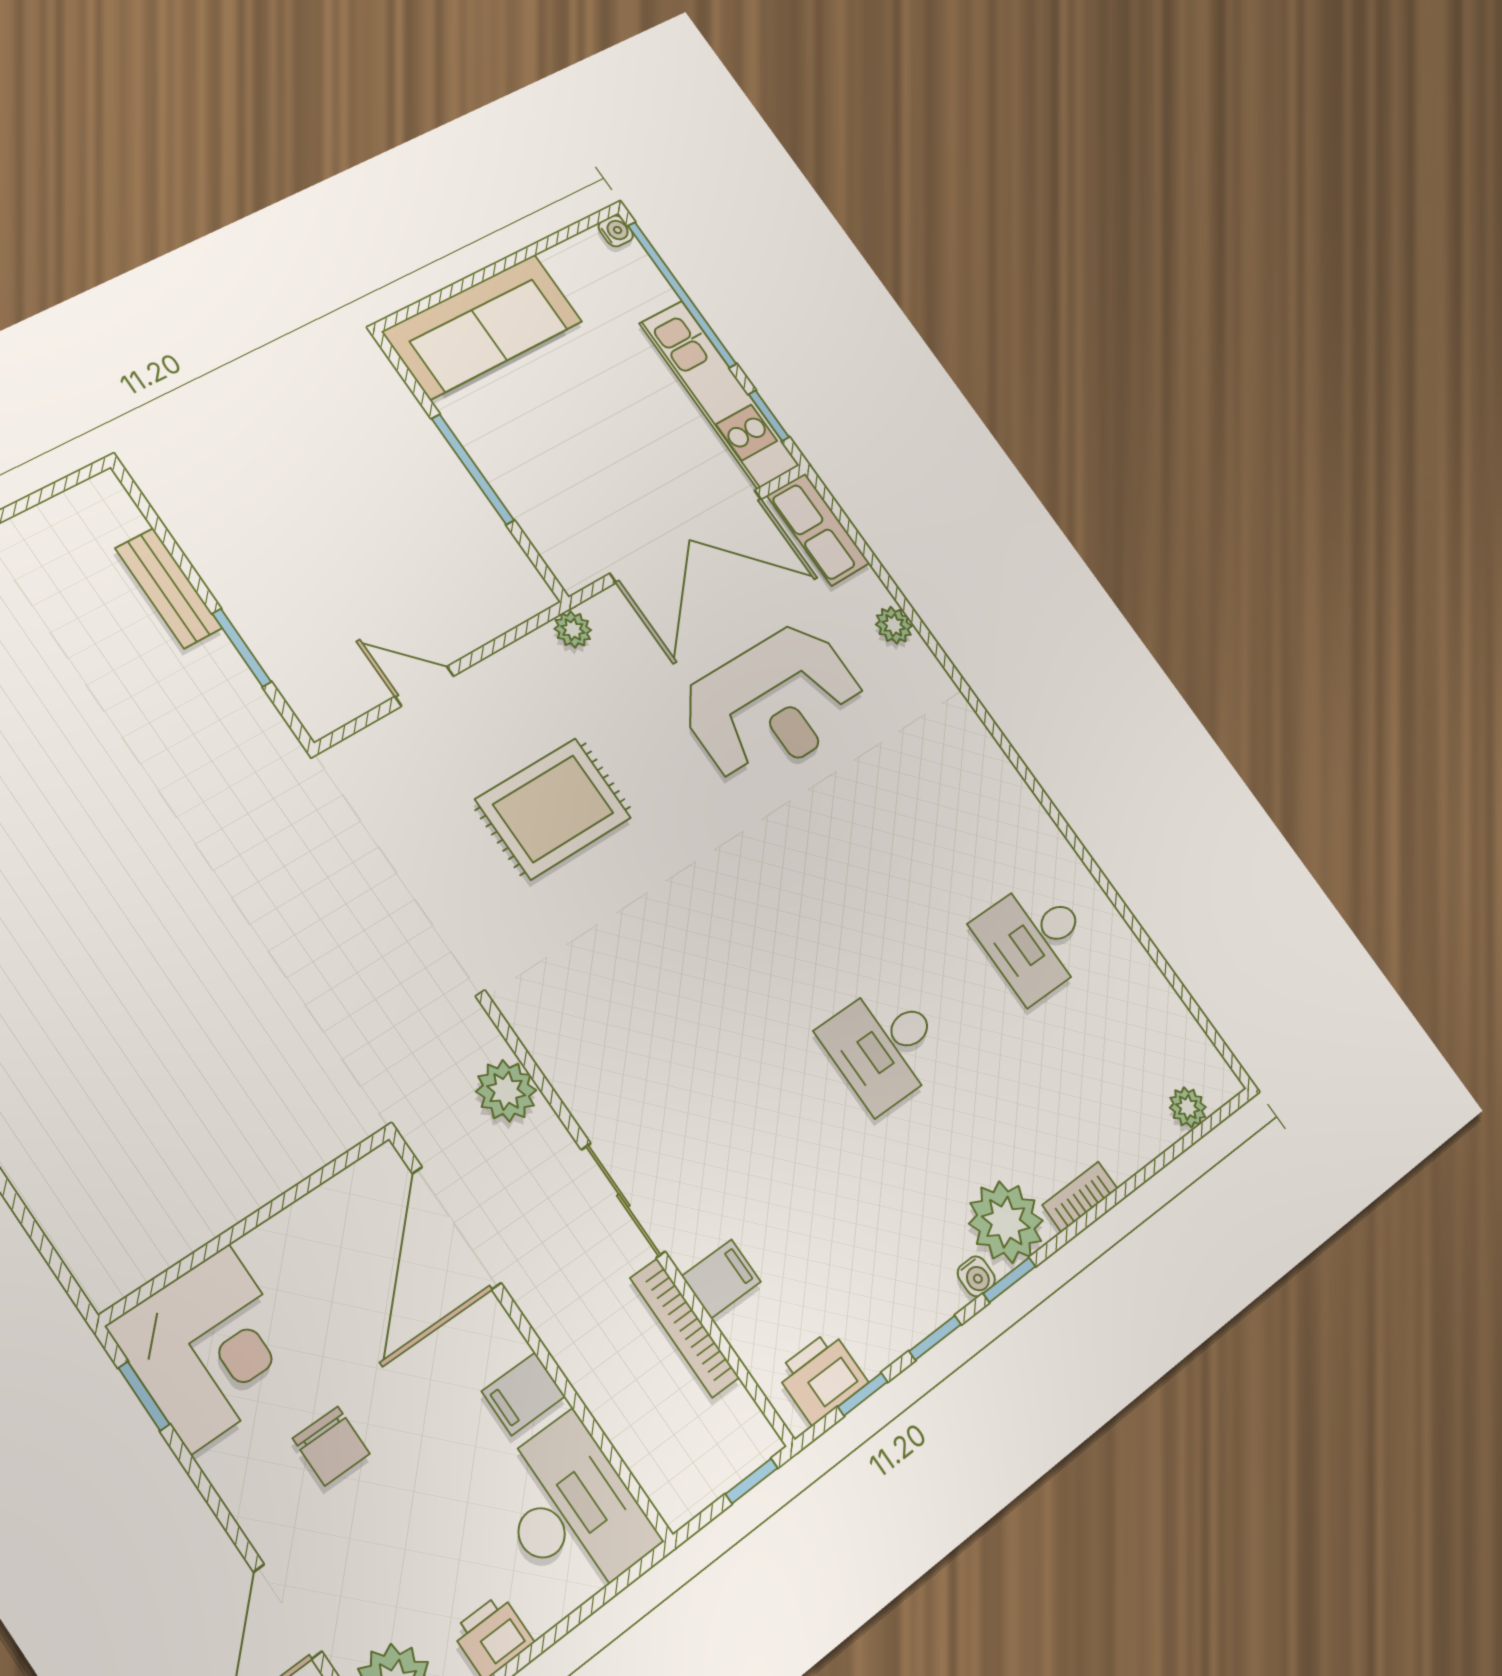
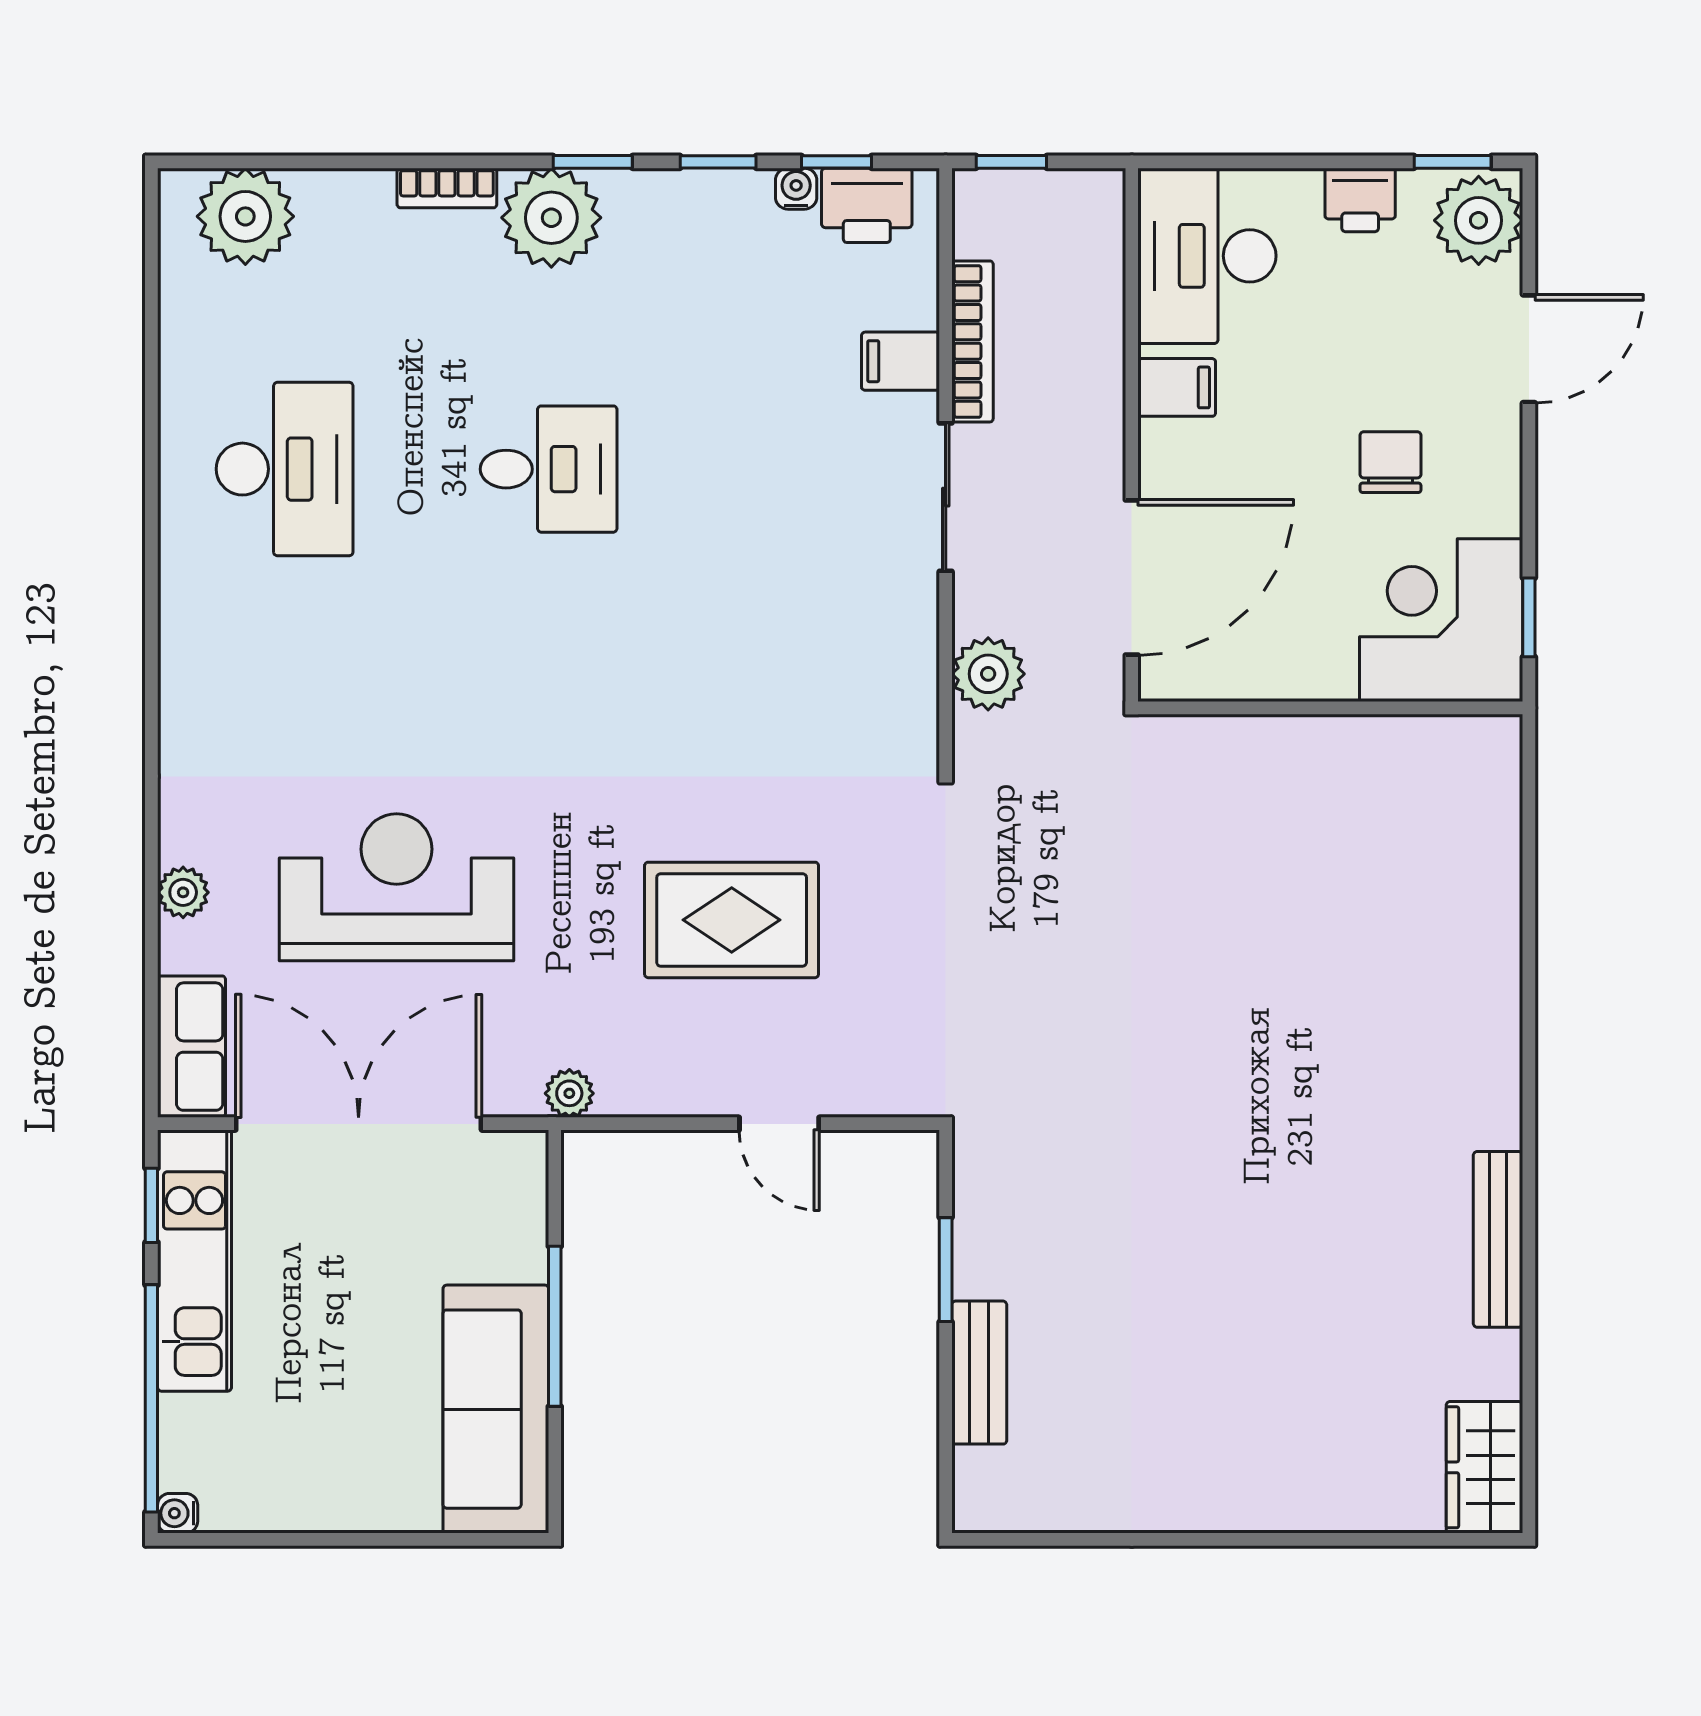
sofa: (483, 326) -> (496, 1409), moved, turned -90
desk: (1035, 939) -> (285, 469), width x1.37
plant: (1188, 1107) -> (245, 216), width x1.87, depth x1.87
water cooler: (976, 1276) -> (796, 189), moved

